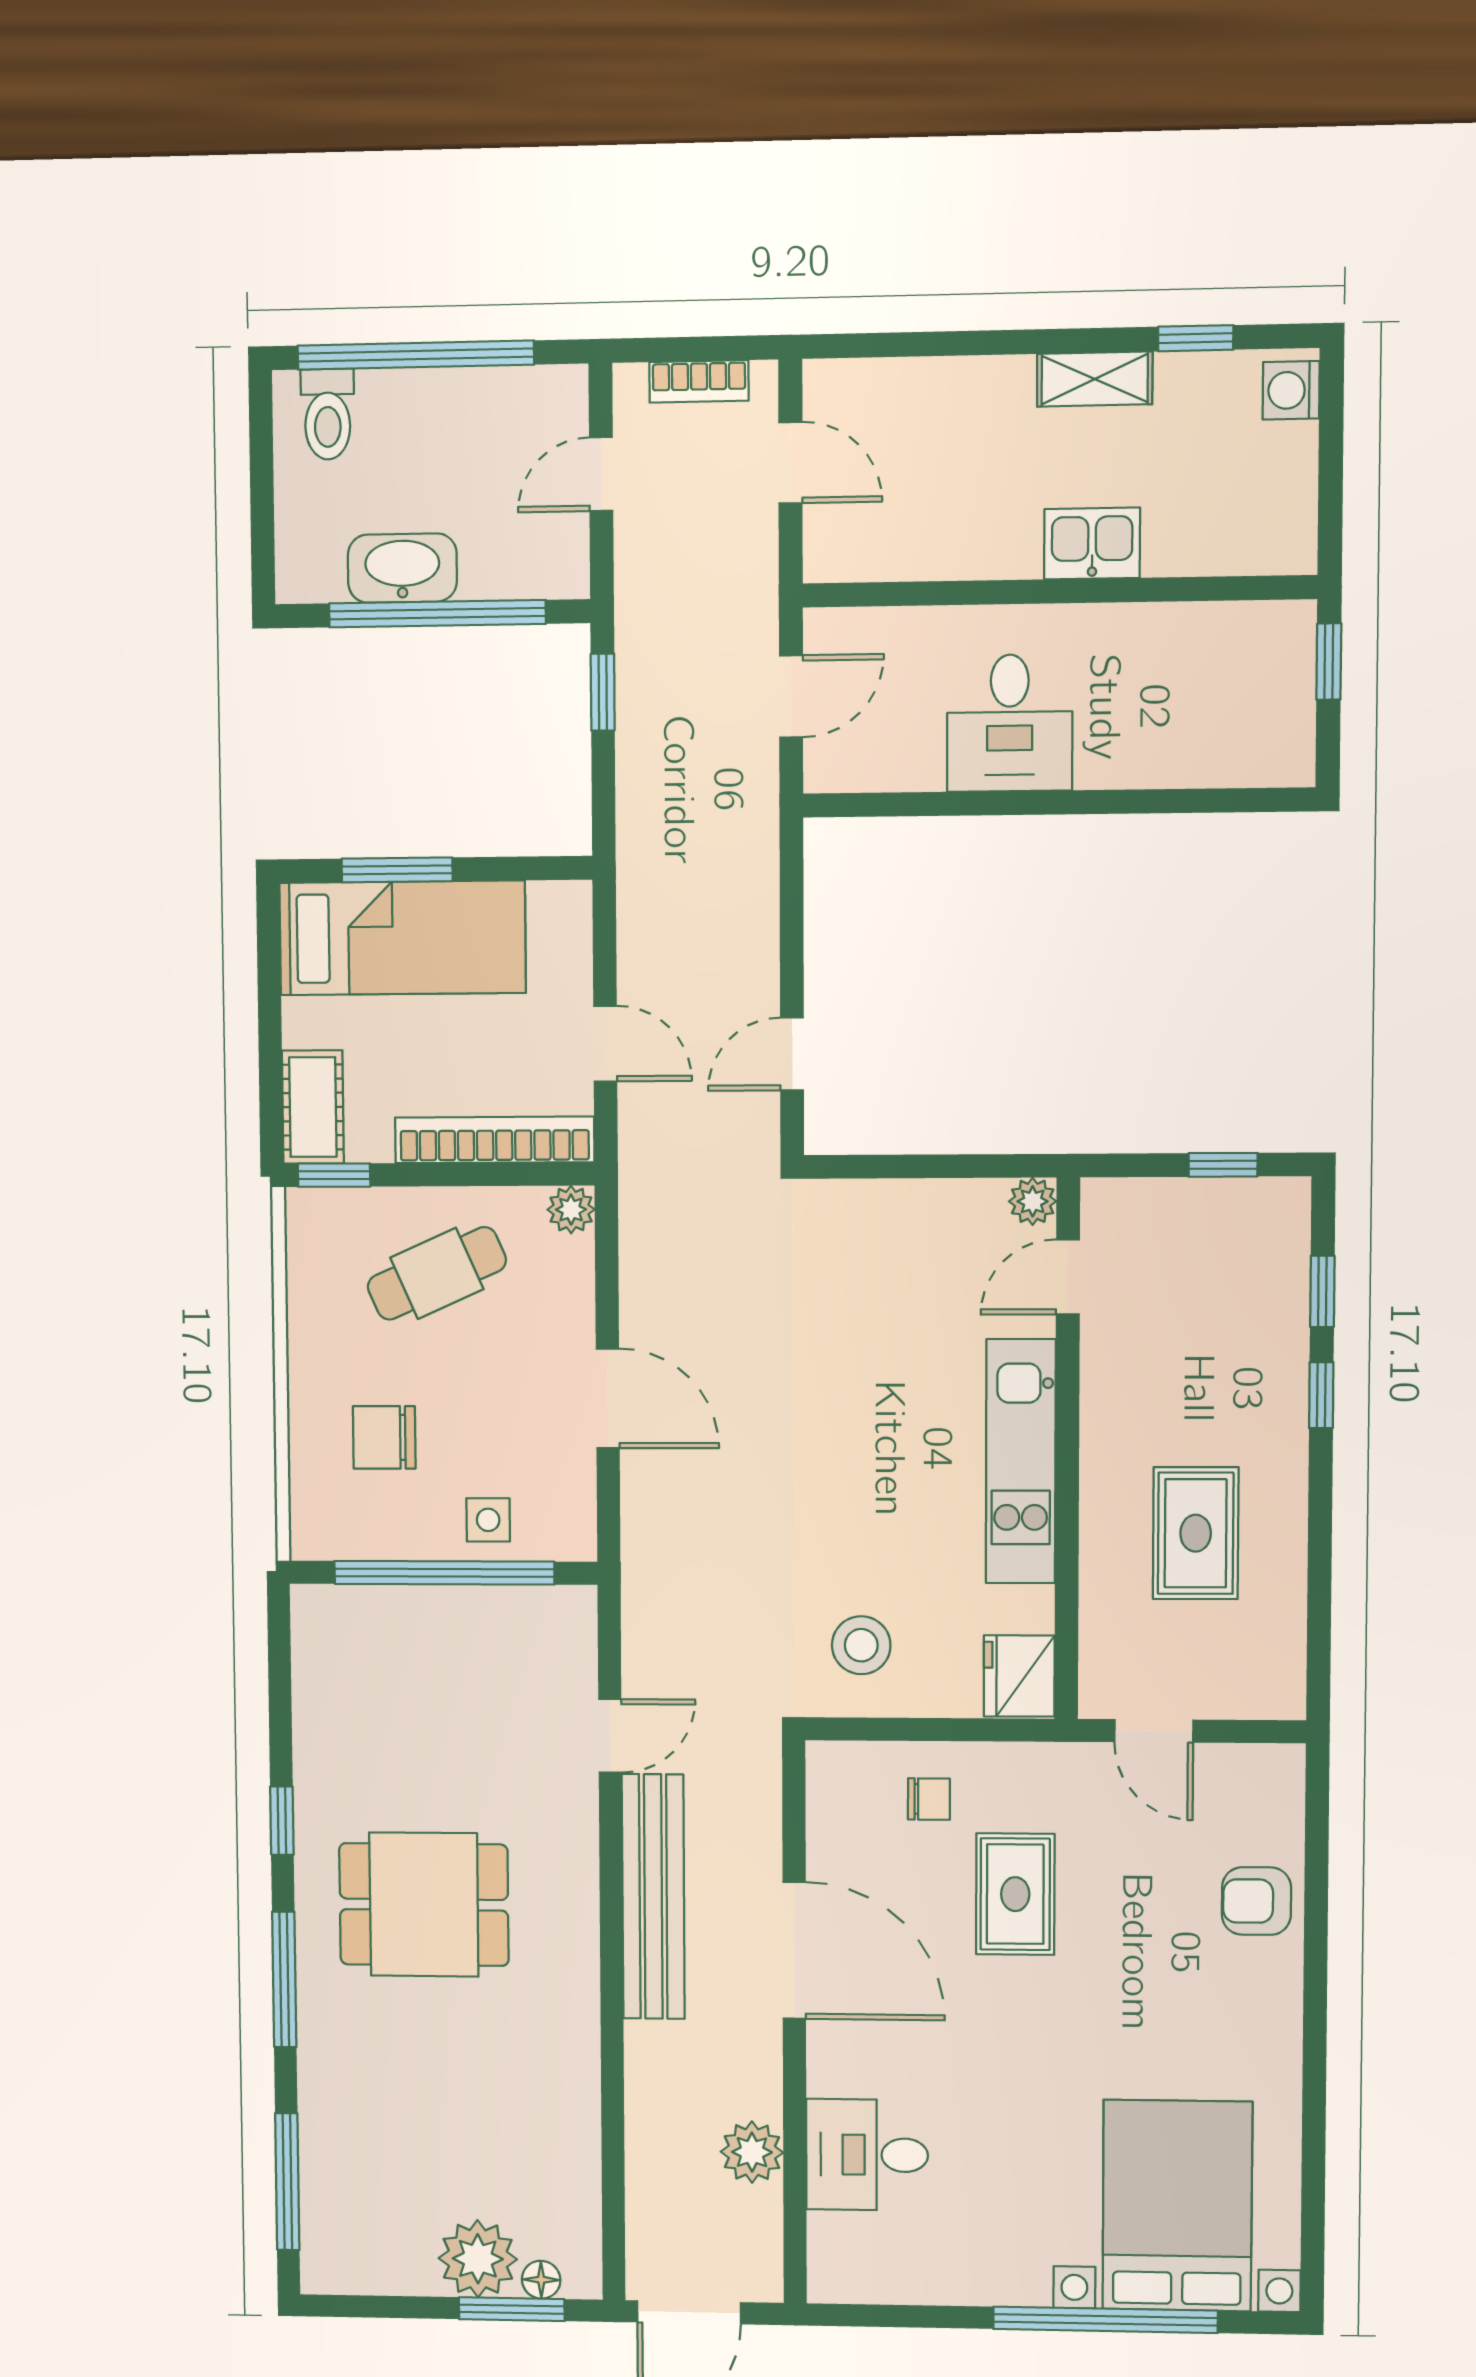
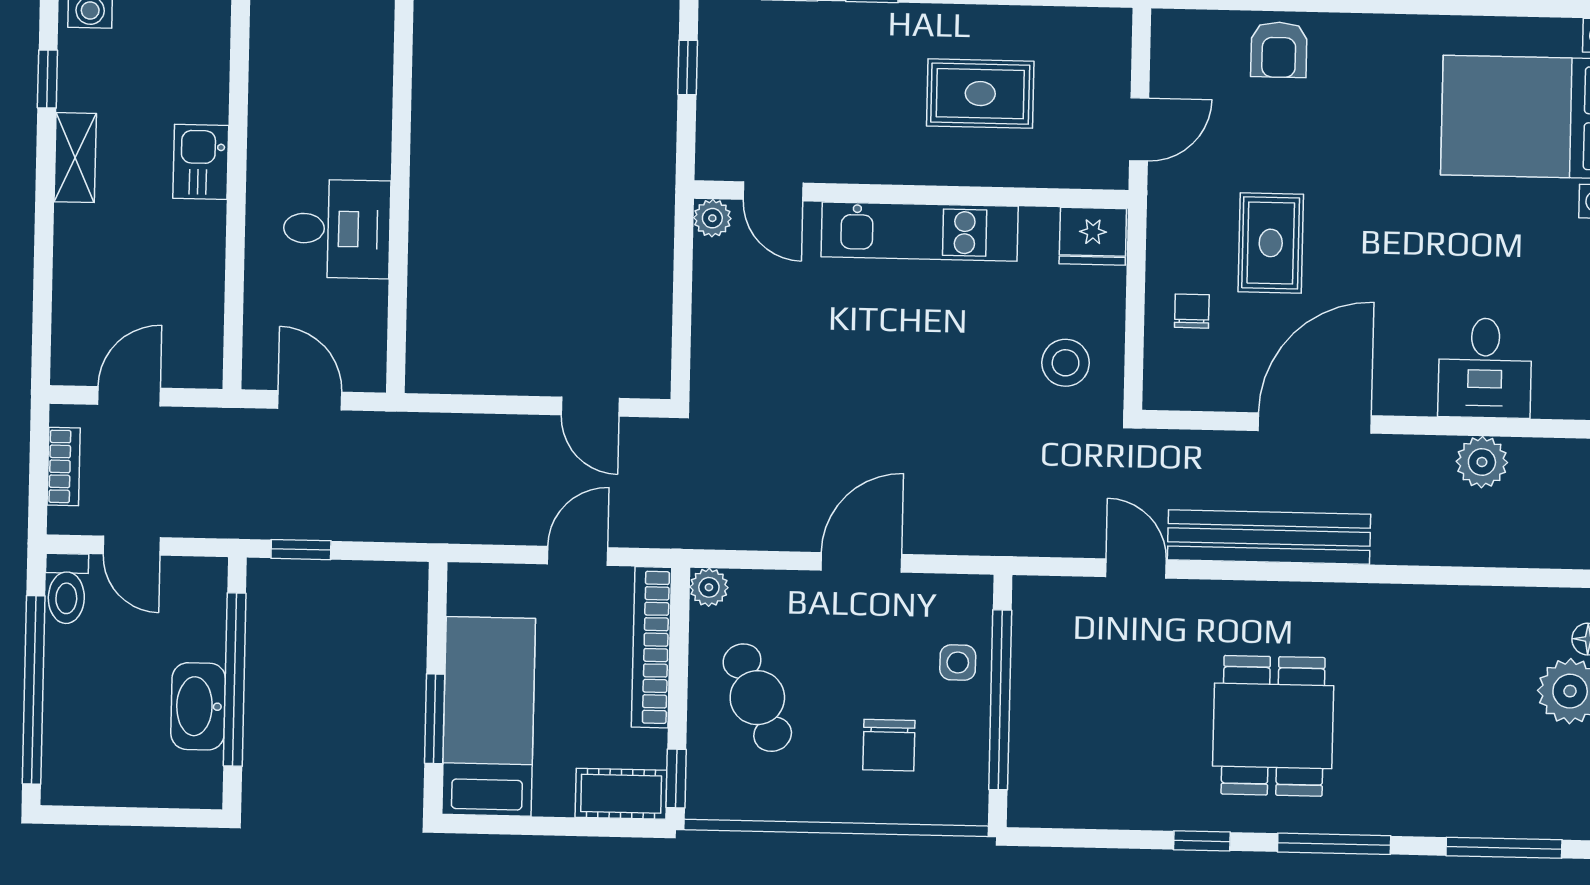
toilet: (328, 414) -> (67, 589), moved, turned 90
rug: (1015, 1894) -> (1271, 243), turned 90

